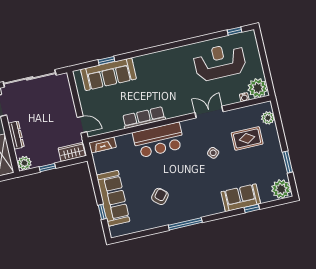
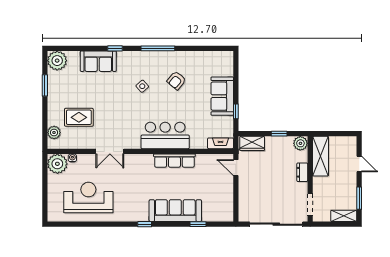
window: (234, 31) -> (145, 224), moved
reception desk: (220, 62) -> (88, 198), turned 180
sofa: (108, 74) -> (175, 211), moved
dresser: (16, 135) -> (302, 172), width x0.70
side table: (213, 153) -> (142, 86), moved
sofa: (113, 198) -> (222, 96), width x0.73
window: (252, 208) -> (115, 48), moved
window: (102, 212) -> (236, 111), moved

